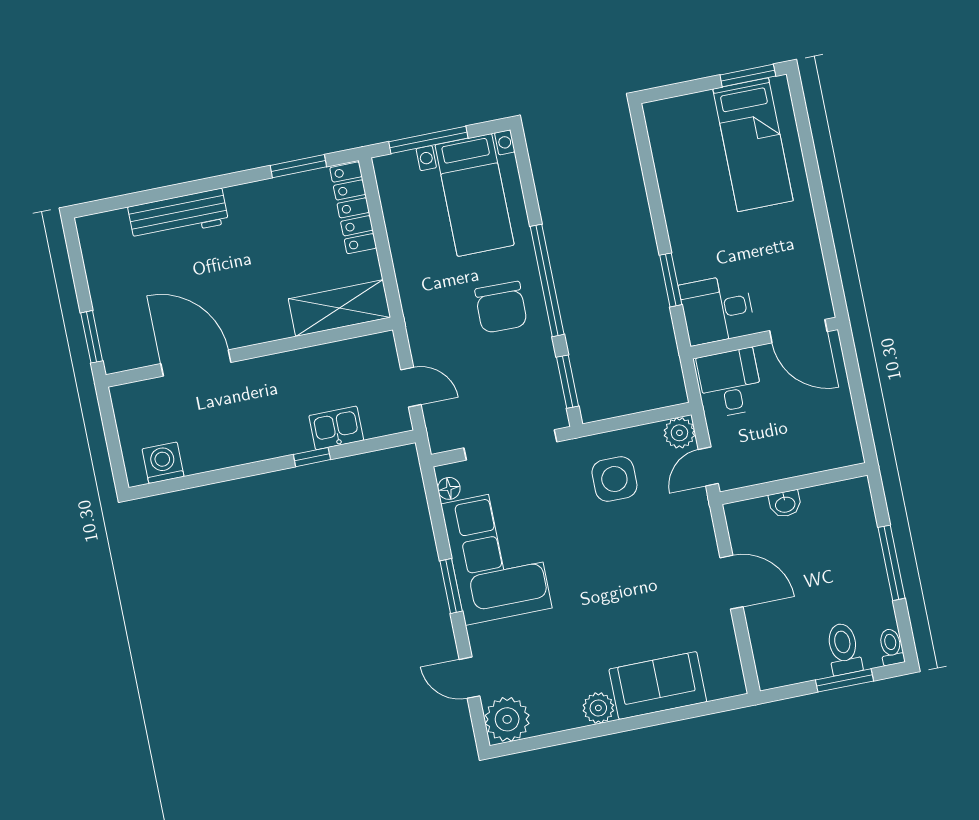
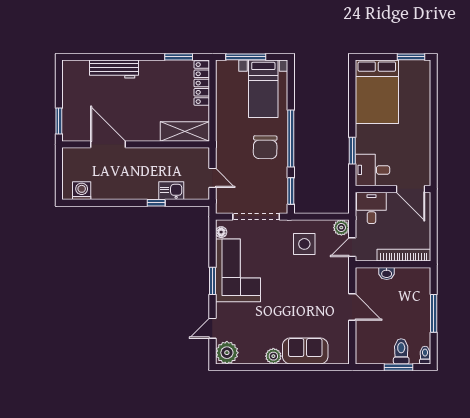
bed: (753, 145) -> (377, 92), moved, width x1.50
bookcase: (811, 462) -> (404, 255), added
door: (470, 678) -> (212, 328), hinge flipped

